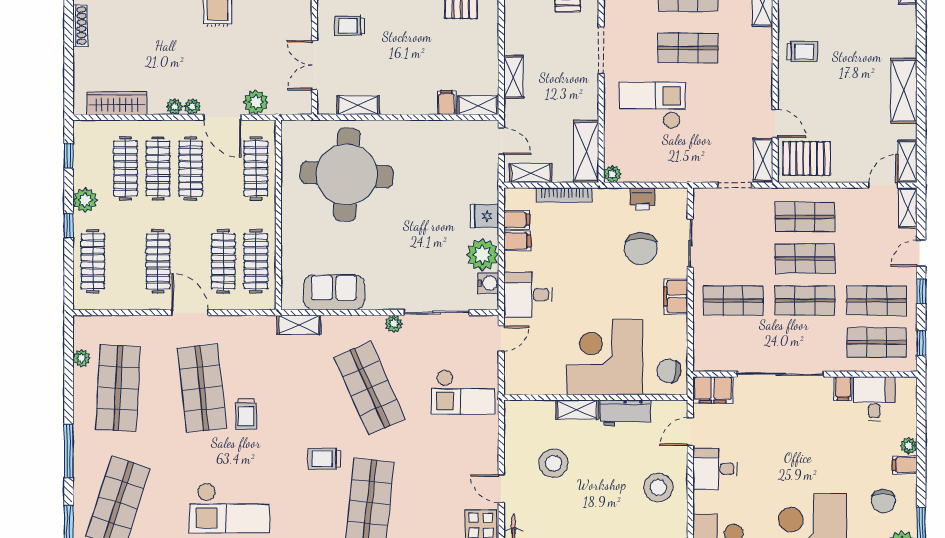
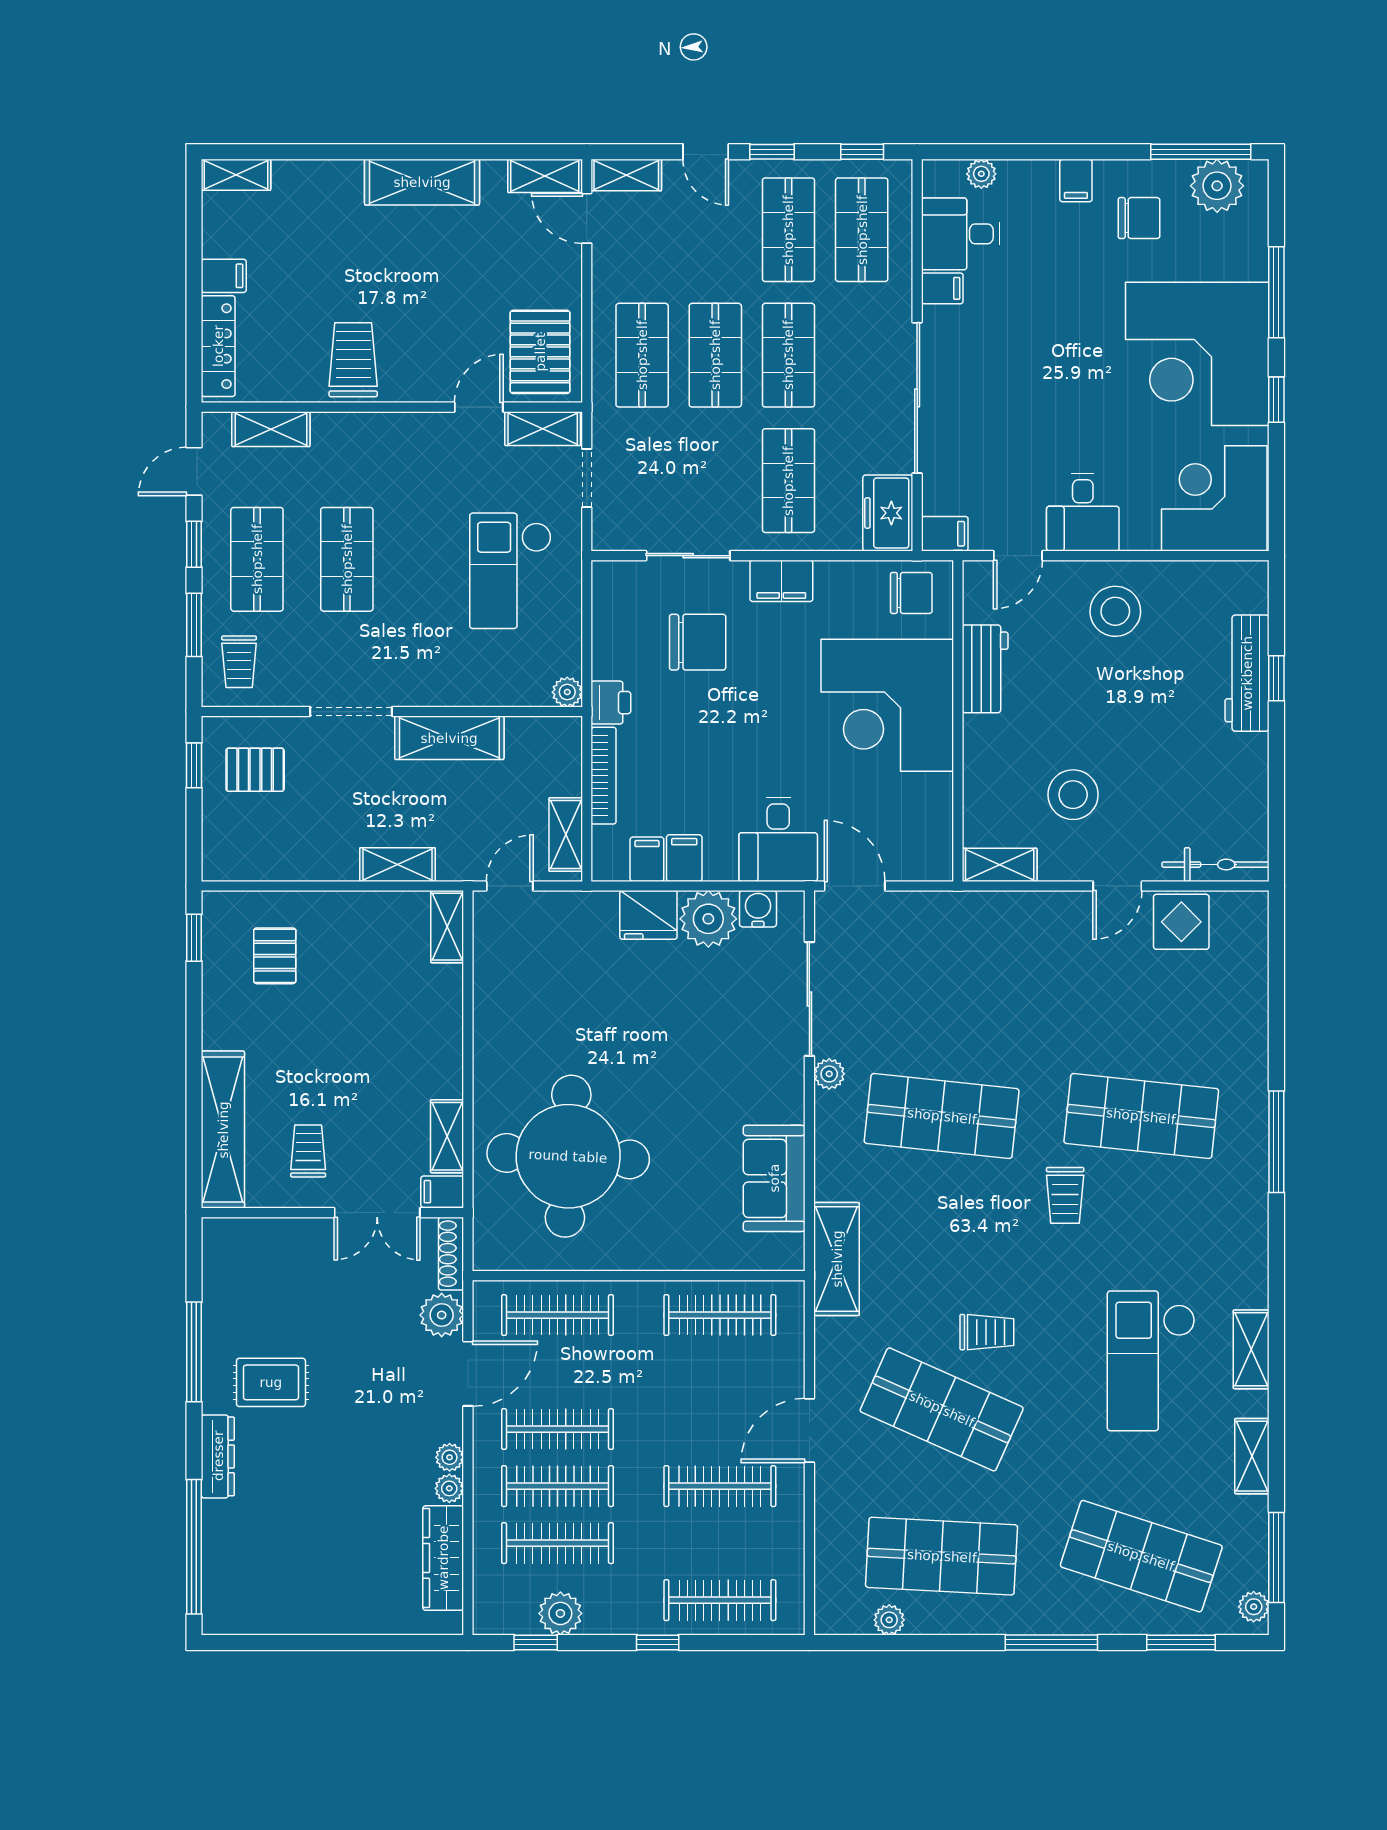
shoe rack: (80, 26) -> (451, 1254), moved, turned -90
trolley: (350, 26) -> (308, 1151), turned 180
trolley: (802, 52) -> (353, 360), width x1.36, depth x1.39
filing cabinet: (446, 102) -> (442, 1192), moved
checkout: (652, 105) -> (510, 571), moved
plant: (192, 107) -> (449, 1488), moved
shelving: (586, 151) -> (449, 738), moved
printer: (642, 199) -> (611, 703), moved
plant: (85, 200) -> (560, 1613), moved
fridge: (485, 216) -> (648, 915), width x1.38
clothes rail: (223, 261) -> (720, 1372), removed
shelving: (299, 325) -> (837, 1259), width x1.50, depth x1.33
door: (501, 338) -> (855, 886), width x1.38
freezer: (715, 357) -> (888, 513), added
chair: (669, 371) -> (911, 593), turned -101
shop shelf: (202, 388) -> (942, 1409), turned 30
shop shelf: (370, 388) -> (942, 1116), turned 30
filing cabinet: (713, 390) -> (945, 534), width x0.50
checkout: (463, 392) -> (948, 952), removed
shelving: (577, 410) -> (1000, 865), moved, turned 90
door: (690, 432) -> (1018, 556), hinge flipped
plant: (909, 446) -> (981, 174), moved
checkout: (230, 508) -> (1151, 1361), turned 180

